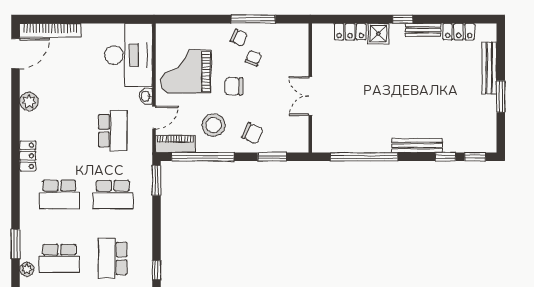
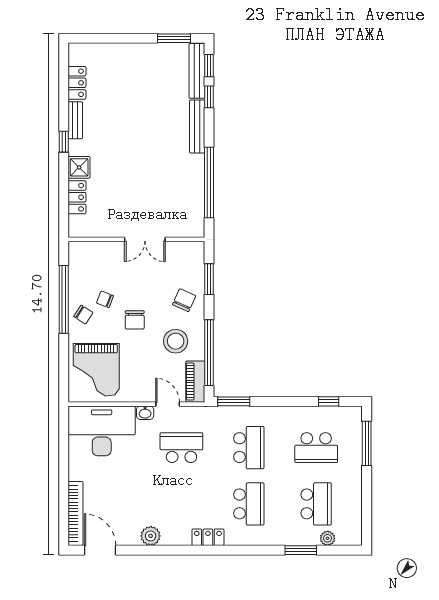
window: (253, 19) -> (64, 299), width x1.46
chair: (239, 38) -> (83, 315), turned 99
bench: (489, 68) -> (197, 71), moved, turned 90
grand piano: (186, 71) -> (96, 370), moved
window: (501, 97) -> (174, 38), moved

